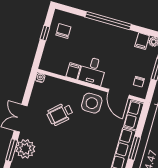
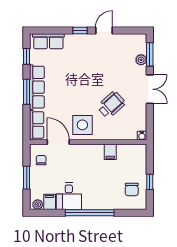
desk: (93, 71) -> (69, 196), moved, turned 180
plant: (25, 149) -> (141, 60), width x0.53, depth x0.53

